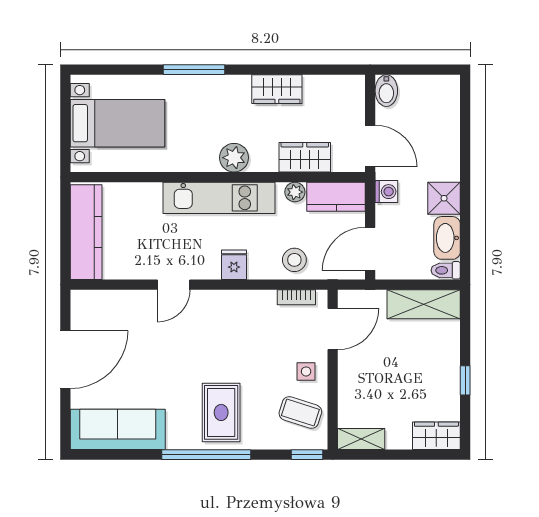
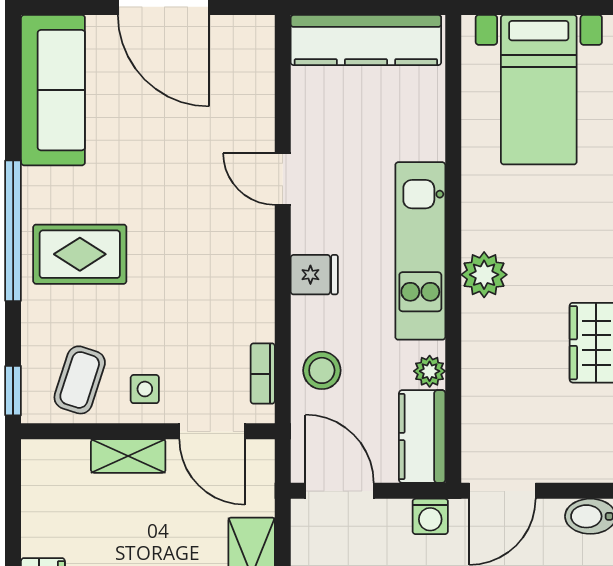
wardrobe: (305, 157) -> (485, 387), removed
shelving: (361, 439) -> (128, 456), moved, turned 90

